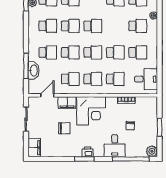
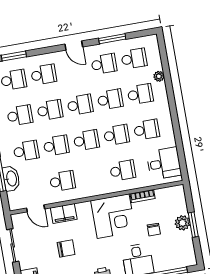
school desk: (93, 79) -> (110, 99), moved
door: (47, 95) -> (36, 208), swing flipped
corner desk: (91, 111) -> (113, 216), moved
plant: (152, 151) -> (182, 223), moved

